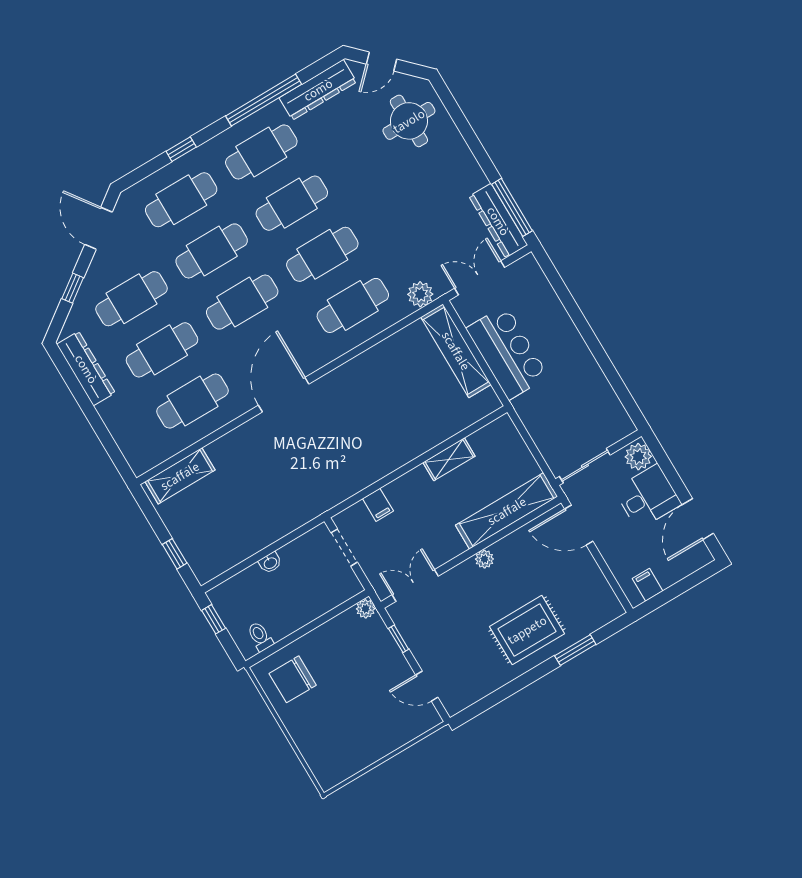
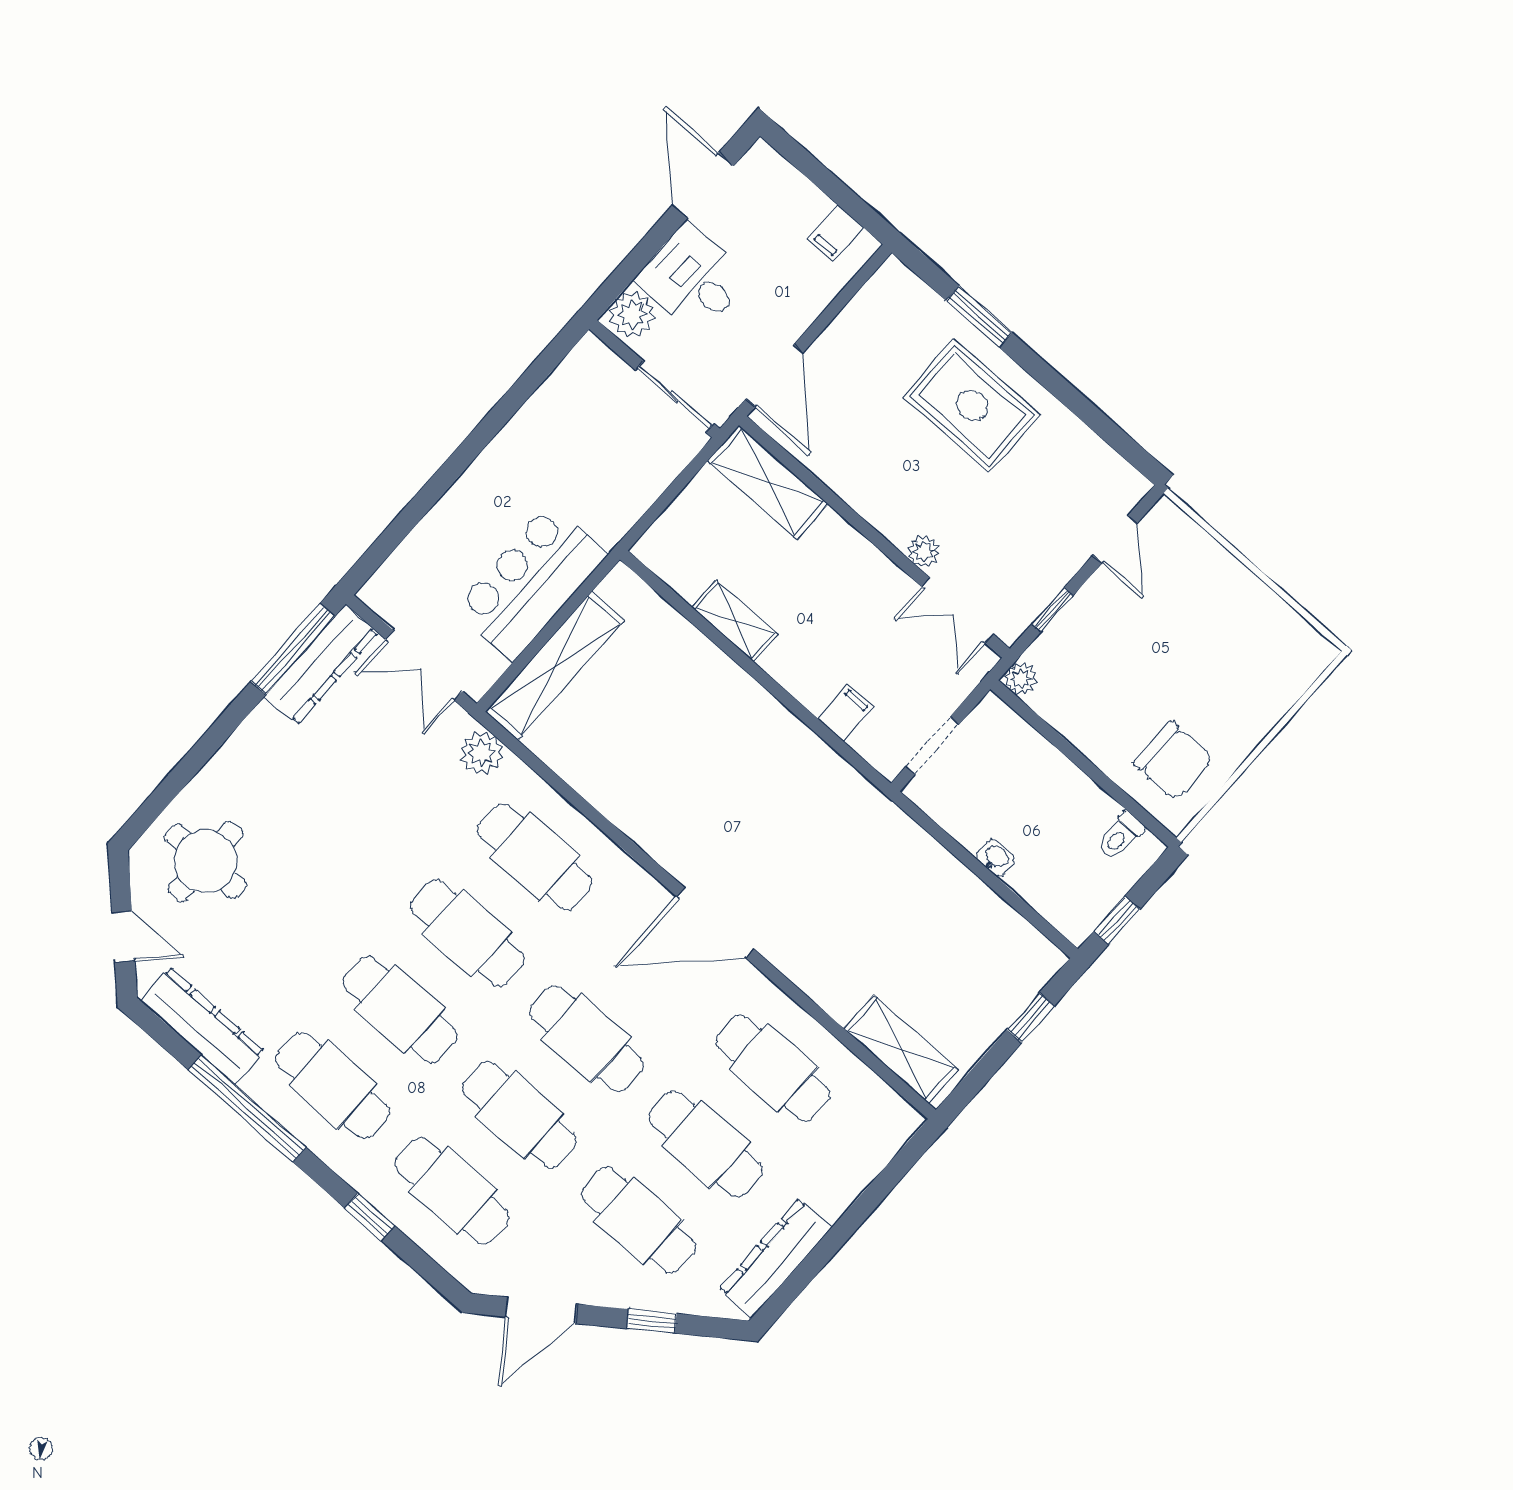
shelving: (507, 511) -> (768, 482), width x0.68
door: (698, 519) -> (703, 186), swing flipped
plant: (484, 559) -> (924, 551), moved

